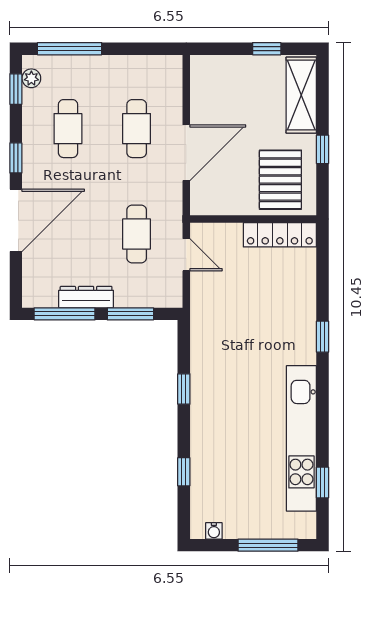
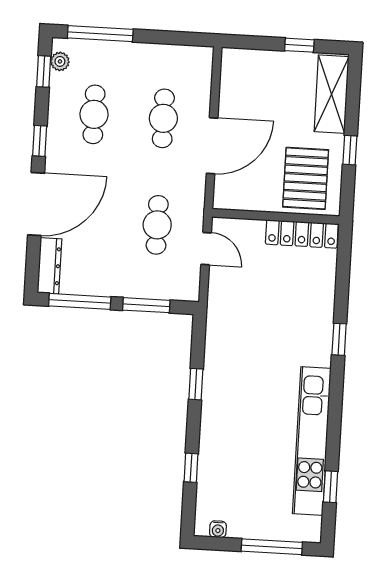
dresser: (86, 297) -> (49, 266), moved, turned 90

